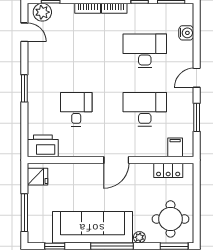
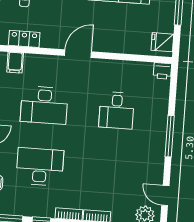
desk: (145, 51) -> (40, 167), turned 180
window: (24, 88) -> (170, 136), width x1.44
printer: (43, 146) -> (162, 71), width x0.53, depth x0.68

